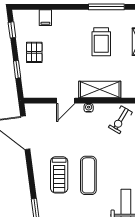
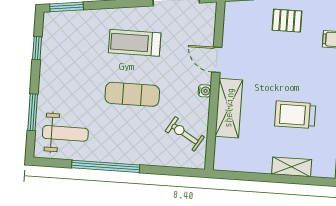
treadmill: (59, 175) -> (135, 43), moved
exercise mat: (88, 175) -> (132, 94), moved

